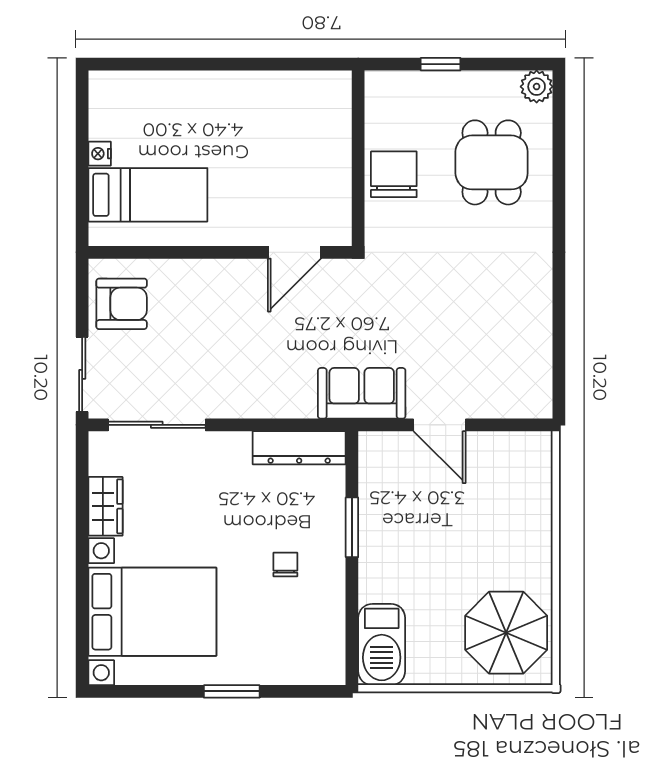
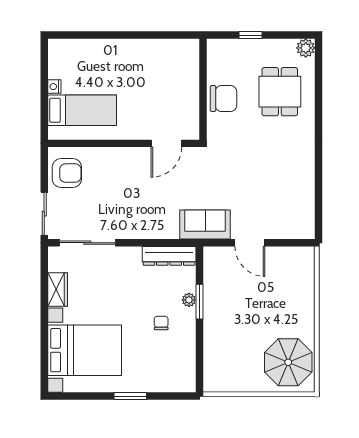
chair: (394, 174) -> (224, 98), turned 90
plant: (334, 524) -> (189, 300), added
barbecue: (382, 645) -> (217, 369), removed

